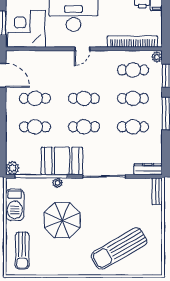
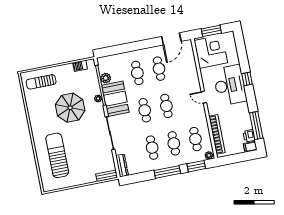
plant: (12, 168) -> (106, 78), moved
barbecue: (15, 205) -> (80, 66), width x0.53, depth x0.65
sun lounger: (119, 249) -> (57, 155), turned 30

